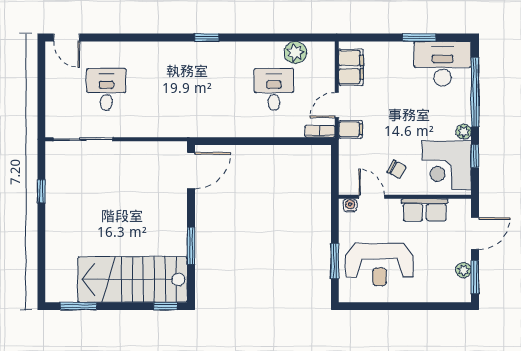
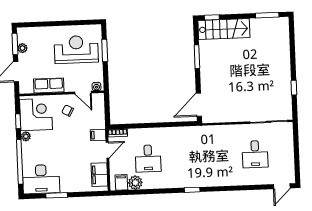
door: (67, 38) -> (282, 186), swing flipped
filing cabinet: (317, 54) -> (121, 182), added
stairs: (133, 280) -> (224, 29), width x0.73, depth x0.66

